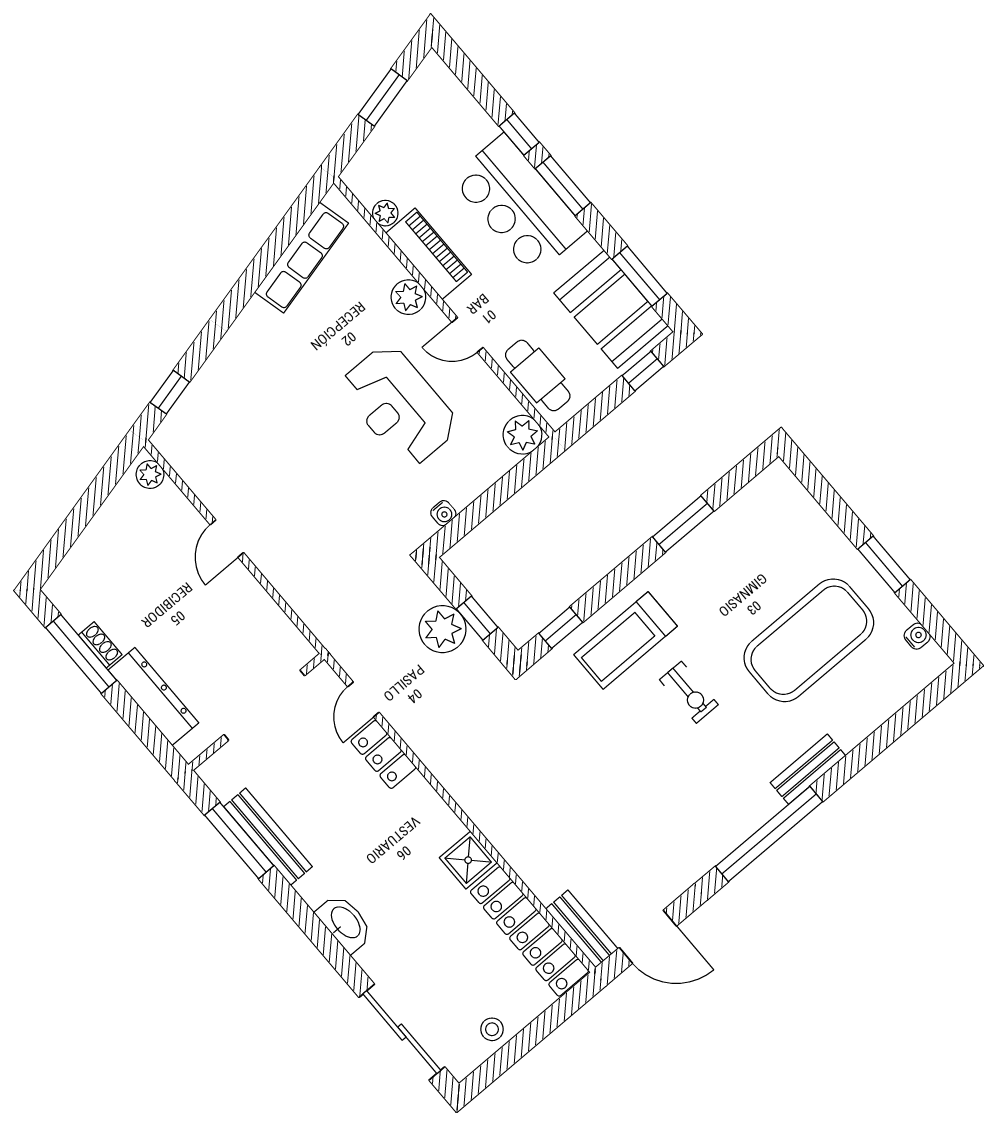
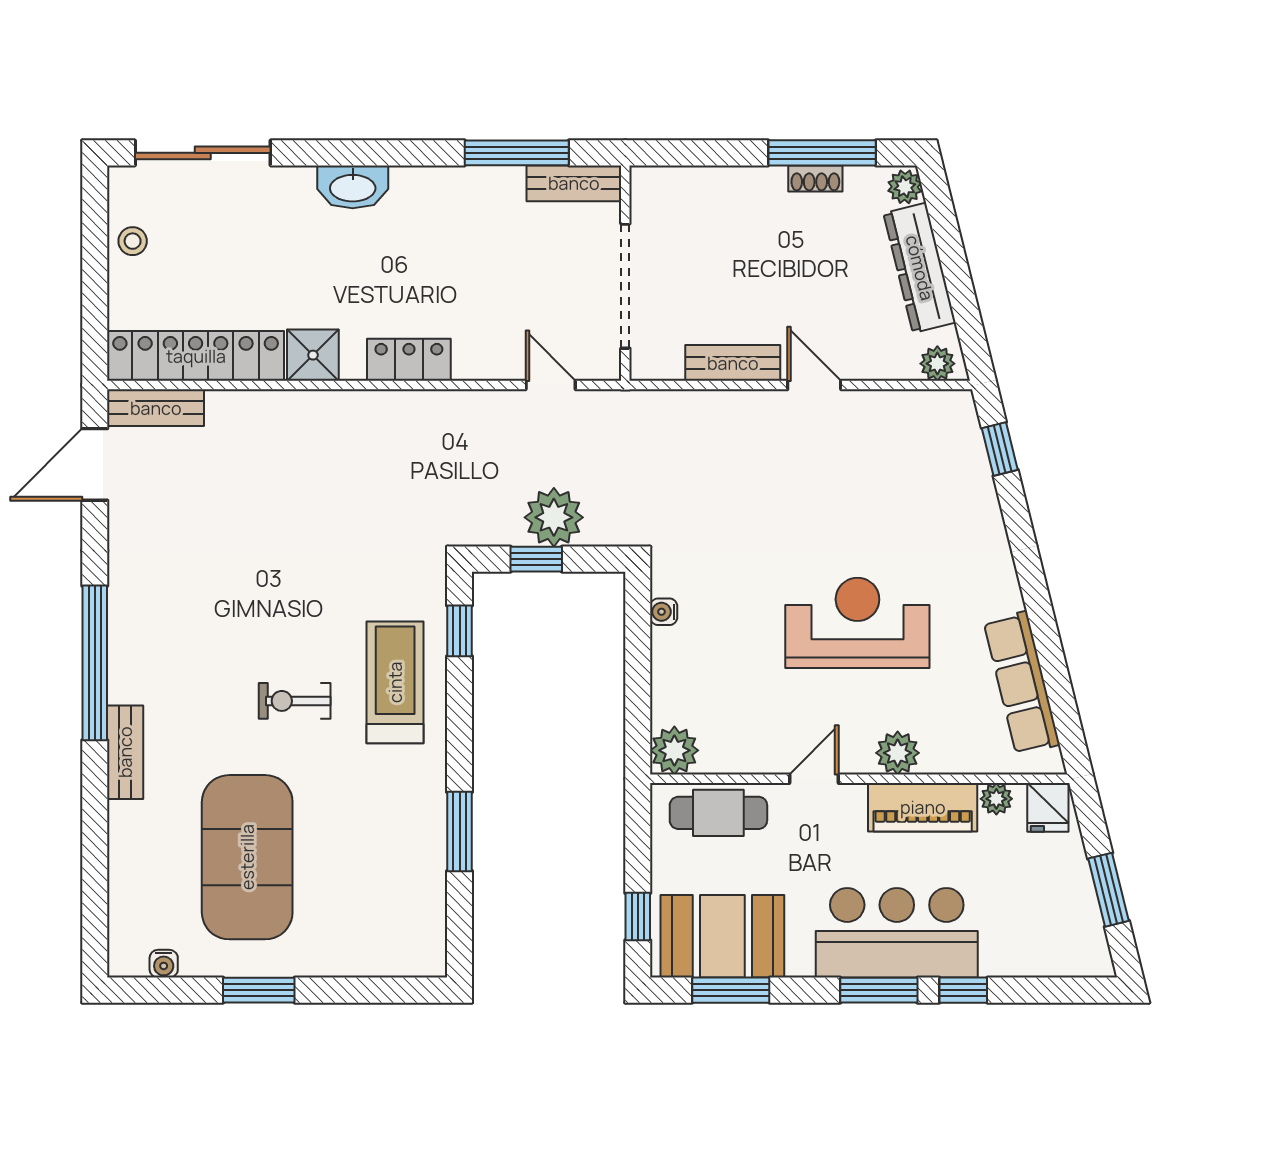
fridge: (364, 177) -> (1048, 807), added
reception desk: (399, 406) -> (857, 623), moved
plant: (59, 586) -> (905, 187), added
bench: (256, 600) -> (733, 363), added
dresser: (153, 696) -> (920, 268), moved, turned 76
locker: (383, 754) -> (409, 360), moved
bench: (268, 837) -> (574, 183), moved, width x0.73

